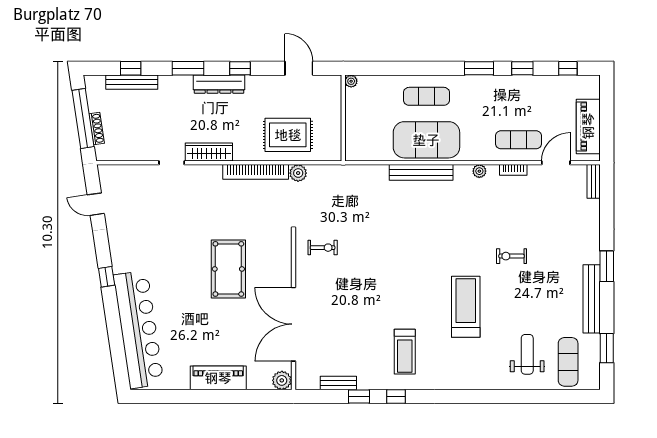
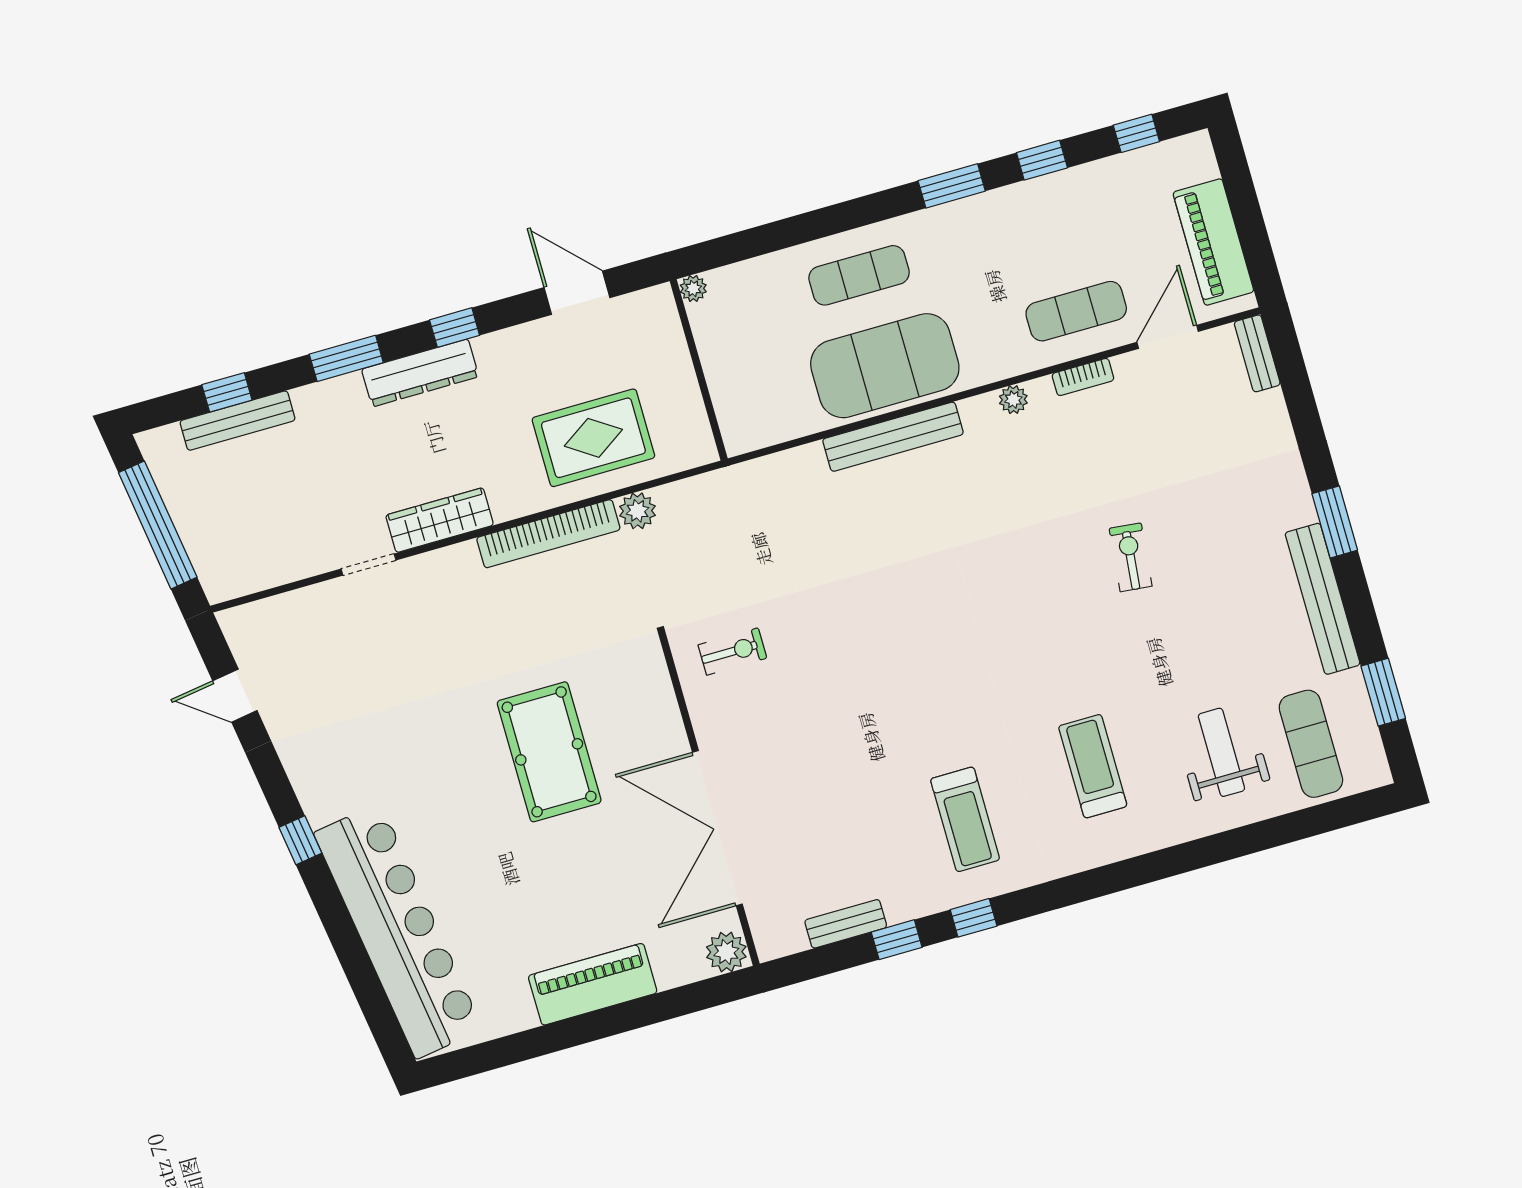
shoe rack: (97, 128) -> (192, 538), removed
exercise bike: (512, 256) -> (1131, 557), turned 96
treadmill: (466, 307) -> (1093, 766), moved, width x0.73, depth x0.73

